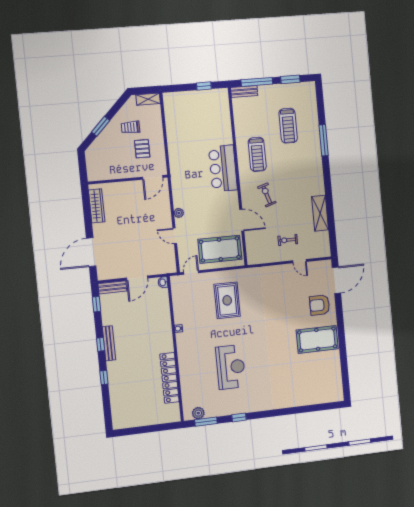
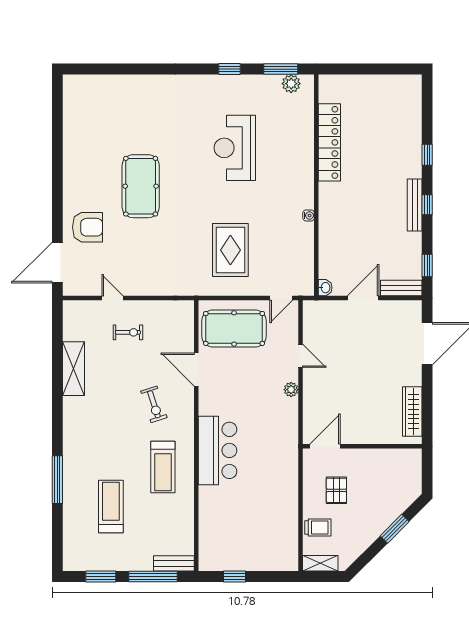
trolley: (130, 127) -> (318, 527), moved
treadmill: (257, 154) -> (163, 467), turned 180
pool table: (317, 339) -> (141, 186), moved, turned 90

